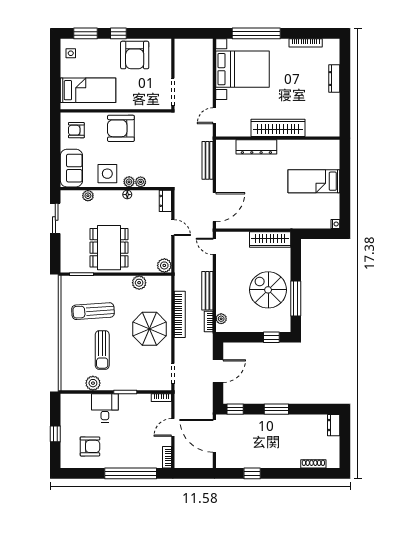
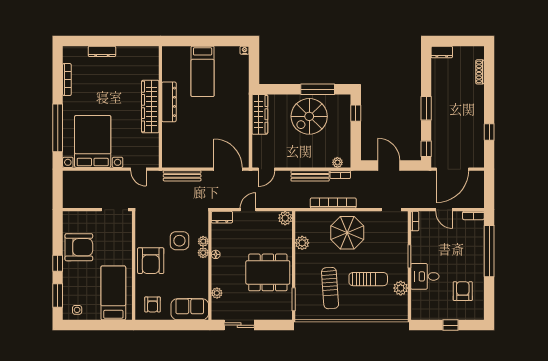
dresser: (256, 147) -> (169, 102), moved
side table: (107, 174) -> (179, 241), moved

